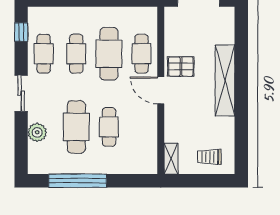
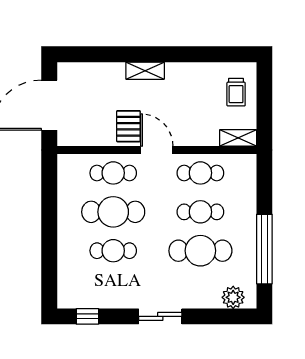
cafe table: (44, 54) -> (200, 173), moved
shelving: (225, 80) -> (145, 71), width x0.45, depth x0.75
door: (161, 90) -> (157, 150), swing flipped
plant: (37, 132) -> (233, 297), moved

